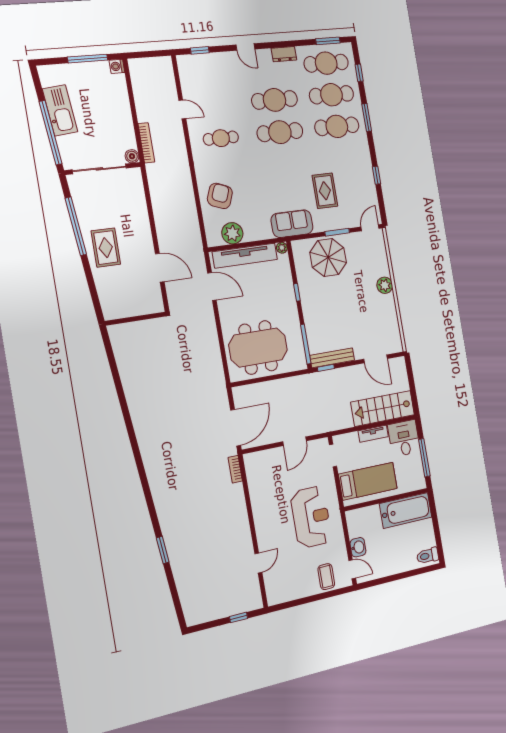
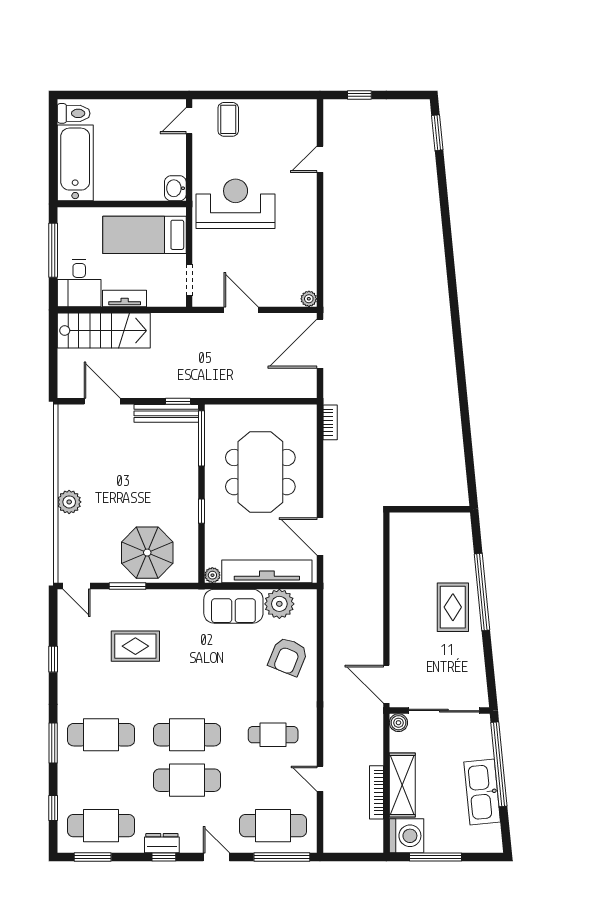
window: (281, 44) -> (164, 857), added
window: (200, 50) -> (282, 857), width x2.17
washing machine: (117, 66) -> (407, 836), width x1.89, depth x1.89
cafe table: (332, 95) -> (273, 826), moved
shelving: (121, 110) -> (402, 785), added
bookcase: (146, 143) -> (376, 792), moved
rug: (325, 191) -> (135, 646), turned 90
sofa: (292, 224) -> (233, 606), moved
window: (76, 226) -> (482, 592), moved
door: (370, 228) -> (77, 586), hinge flipped
door: (160, 268) -> (386, 684), moved
meeting table: (258, 347) -> (260, 472), moved, turned 90
door: (295, 441) -> (241, 310), hinge flipped
plant: (249, 459) -> (309, 299), added
bookcase: (235, 469) -> (330, 422), moved
bathtub: (406, 510) -> (75, 163), moved, turned 90
reception desk: (311, 517) -> (236, 204), turned 90
washbasin: (358, 547) -> (175, 188), moved
window: (163, 550) -> (437, 133), moved
door: (352, 569) -> (189, 121), hinge flipped

